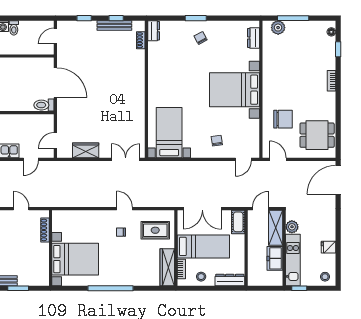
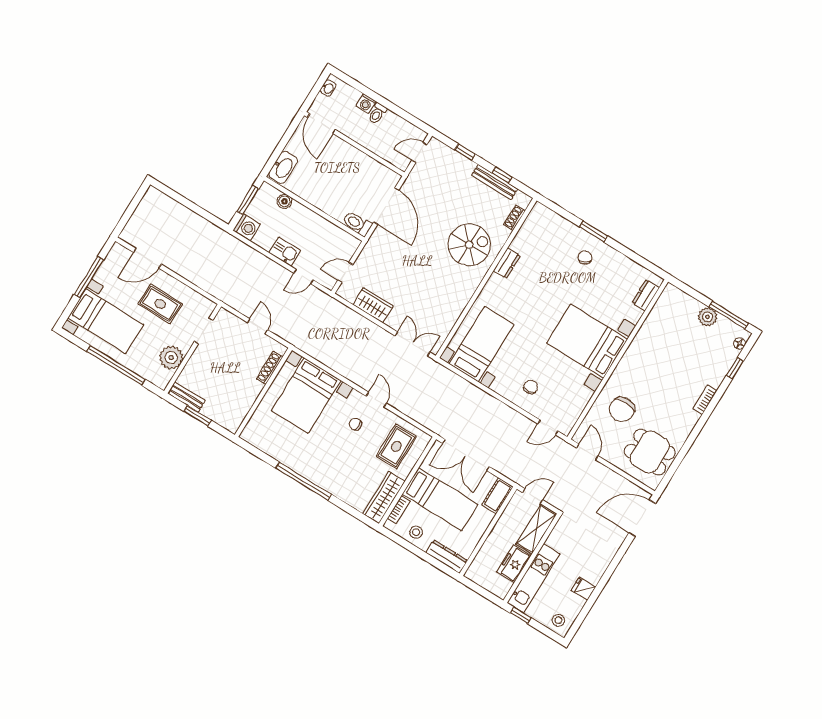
window: (293, 18) -> (729, 315), moved
plant: (278, 28) -> (708, 317), moved
dresser: (154, 31) -> (507, 263), moved
spiral stairs: (123, 75) -> (469, 245), added
chair: (283, 119) -> (622, 409), turned 90
plant: (292, 227) -> (556, 540), removed
rug: (155, 230) -> (396, 446), turned 90
bed with nightstands: (75, 259) -> (306, 395), moved, turned 90

